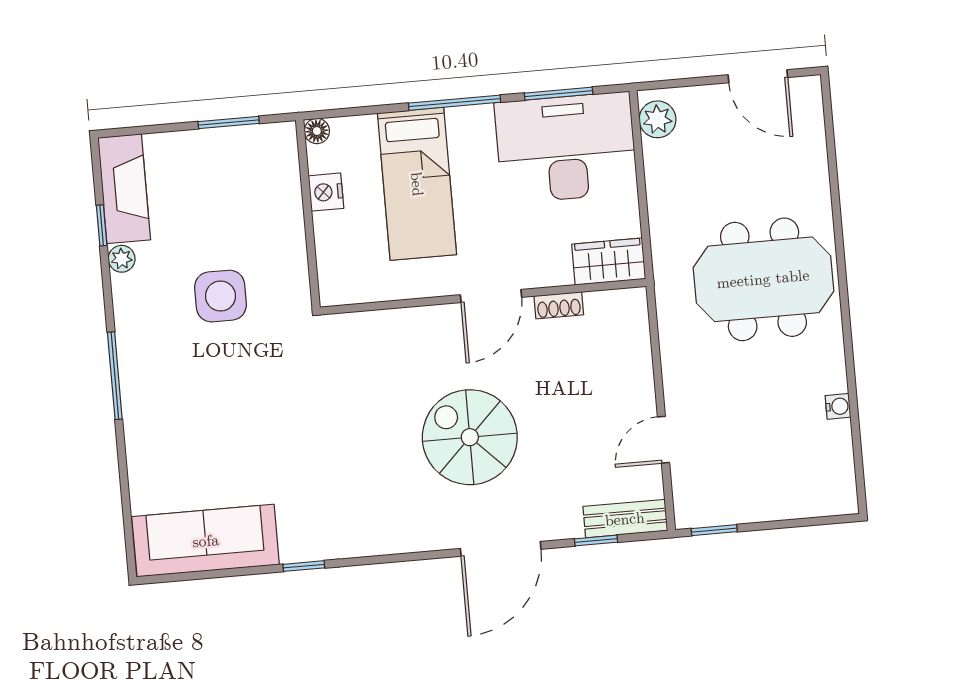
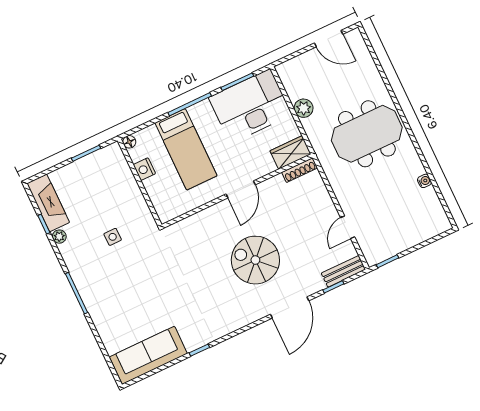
plant: (658, 119) -> (304, 108), moved
side table: (220, 296) -> (113, 237), width x0.54, depth x0.54
shoe rack: (559, 305) -> (300, 170), moved, width x1.43

